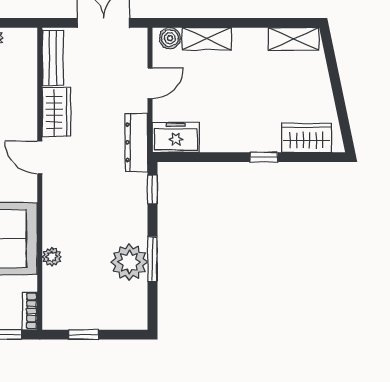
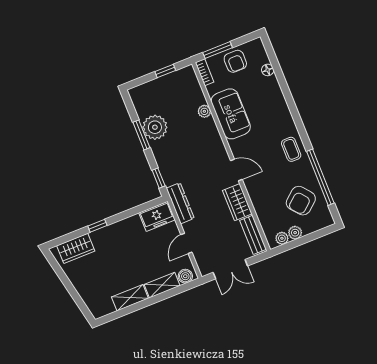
plant: (14, 37) -> (282, 238), added
shelving: (294, 39) -> (130, 298), moved

